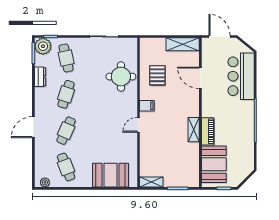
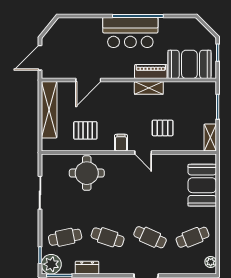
shelving: (183, 44) -> (49, 110), width x1.47
bar counter: (241, 76) -> (130, 33), moved
pallet: (159, 141) -> (163, 128), added

